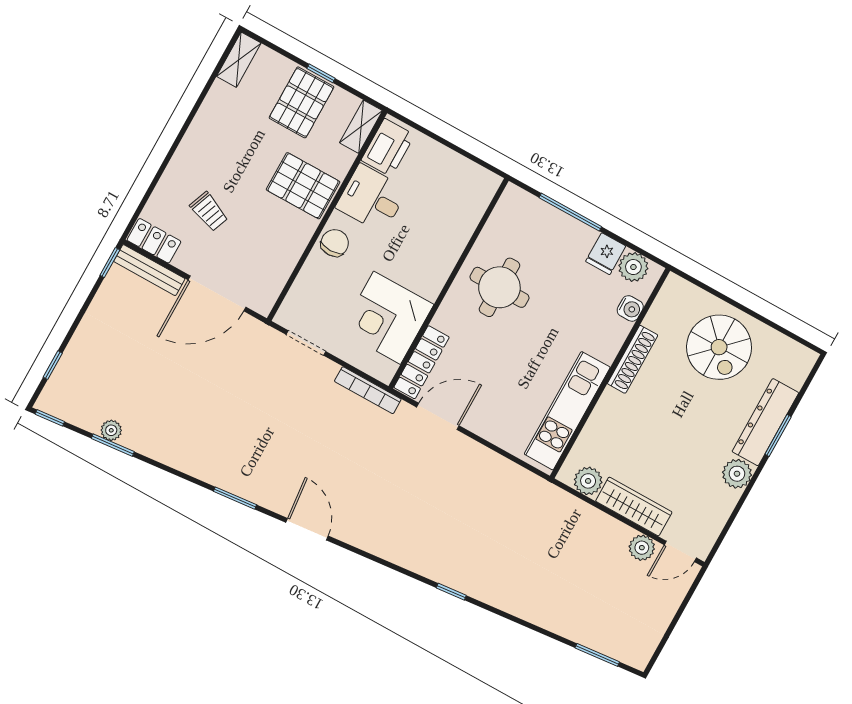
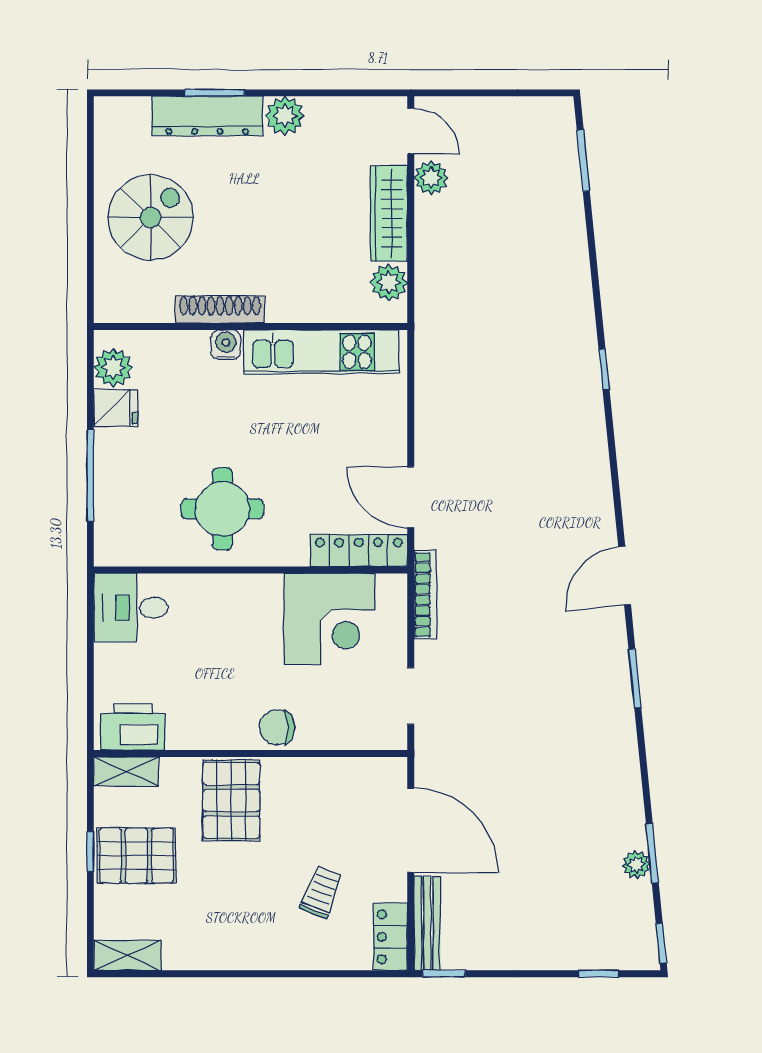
desk: (372, 199) -> (131, 608), moved, turned 90
water cooler: (630, 308) -> (226, 345), moved

